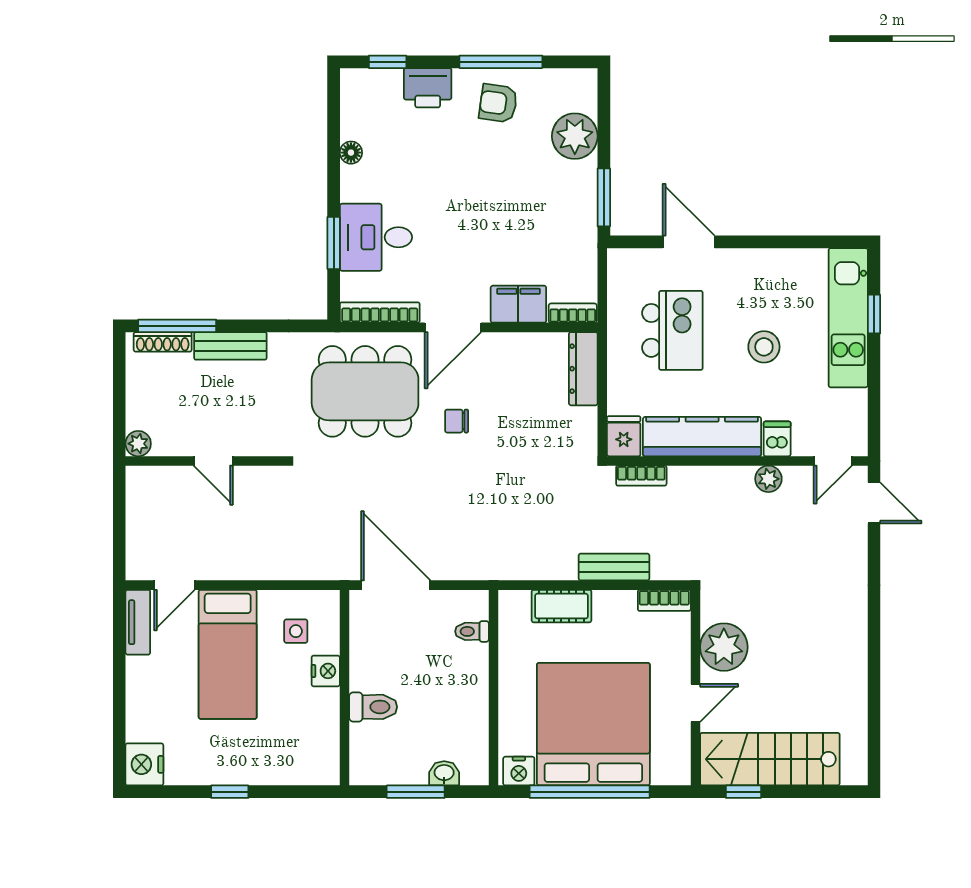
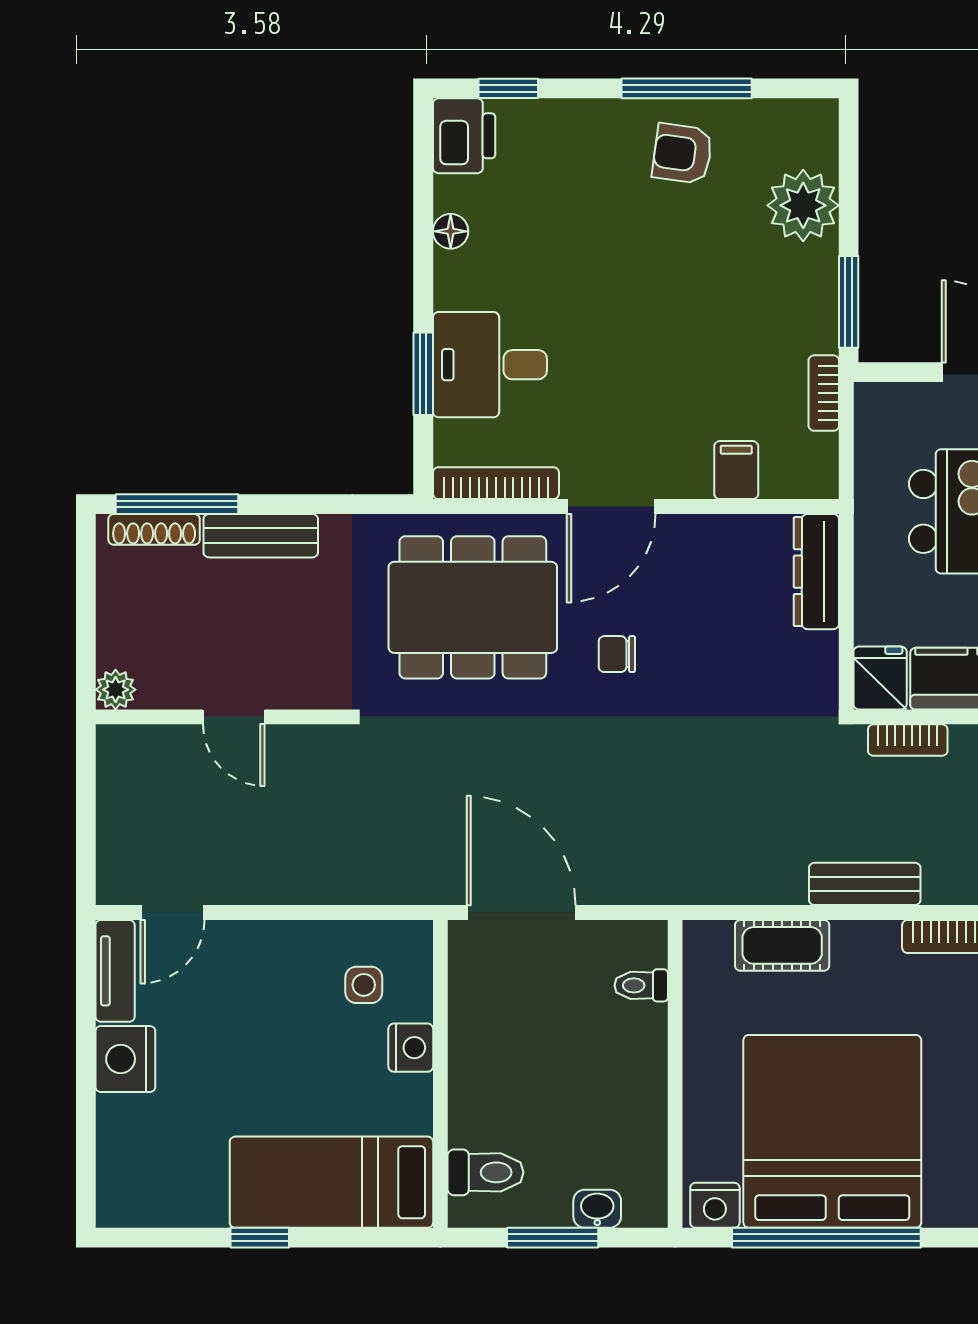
printer: (428, 88) -> (464, 136), moved, turned -90
filing cabinet: (518, 304) -> (736, 470), width x0.50
bookcase: (573, 313) -> (824, 393), moved, turned -90
bed: (228, 654) -> (331, 1182), moved, turned 90
toilet: (373, 707) -> (486, 1172), moved
nightstand: (144, 764) -> (125, 1059), moved

